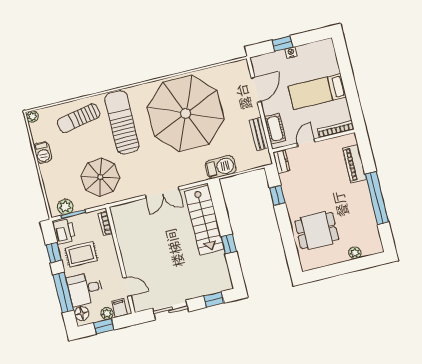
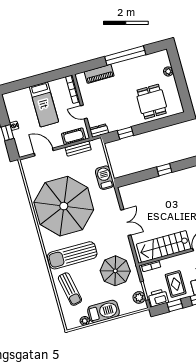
plant: (32, 116) -> (85, 321), moved
barbecue: (43, 152) -> (104, 311), width x1.88, depth x1.53
stairs: (204, 220) -> (164, 246), moved, turned 180

